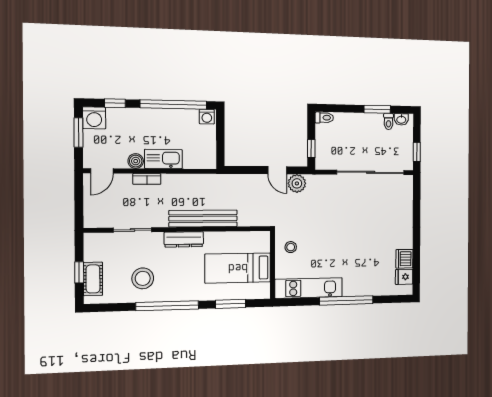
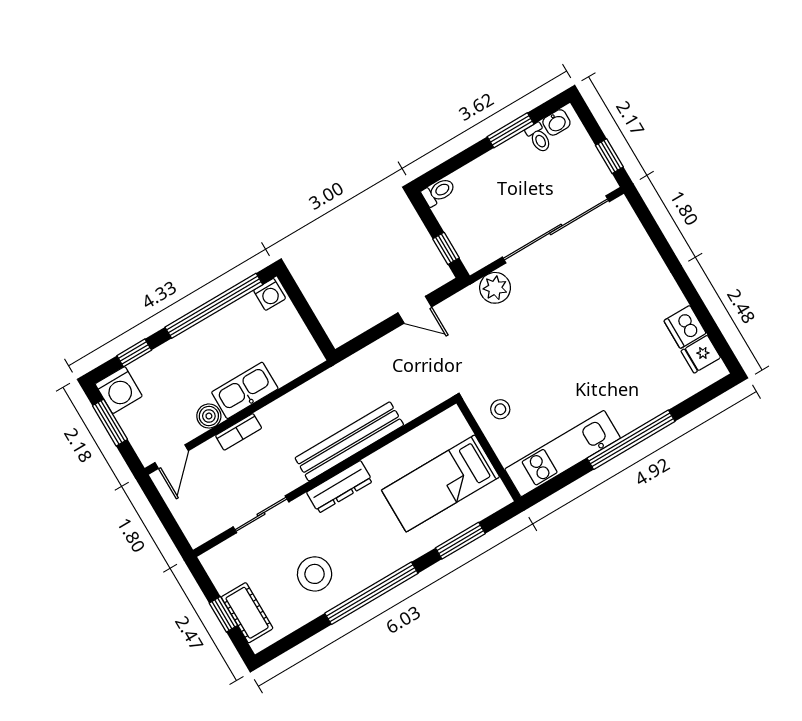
plant: (297, 183) -> (495, 288), moved

